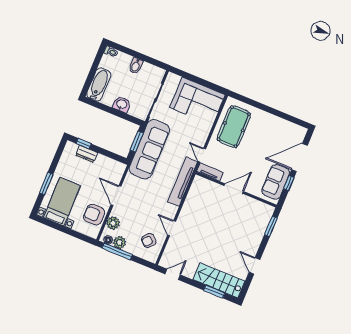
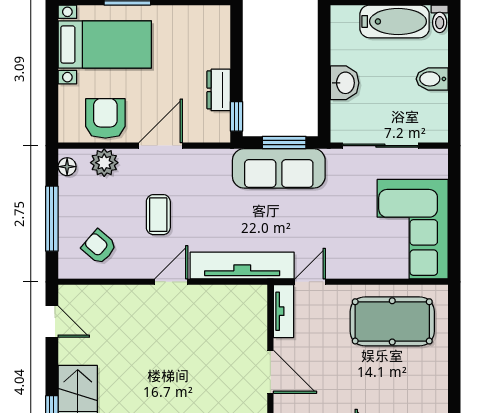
bathtub: (99, 85) -> (395, 21), moved
window: (84, 144) -> (237, 116), moved
sofa: (149, 149) -> (279, 168), width x0.74, depth x0.79
dresser: (87, 154) -> (219, 90), moved
coffee table: (145, 209) -> (158, 215), added
door: (172, 228) -> (171, 282), moved
plant: (120, 242) -> (71, 191), removed
window: (117, 251) -> (52, 219), moved

